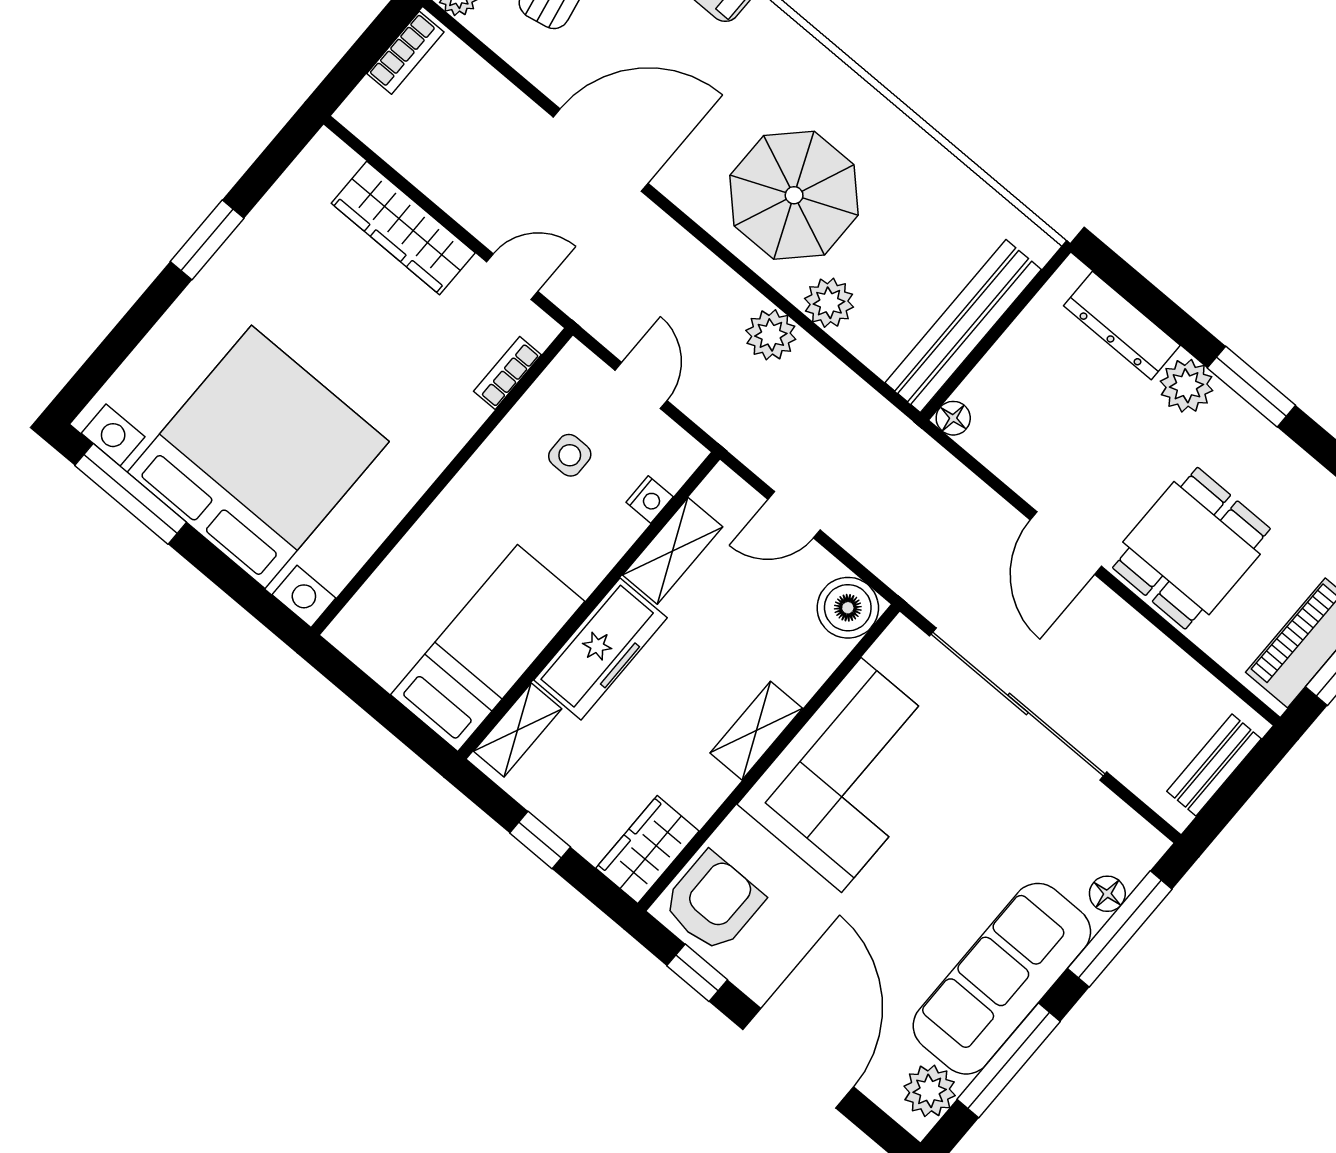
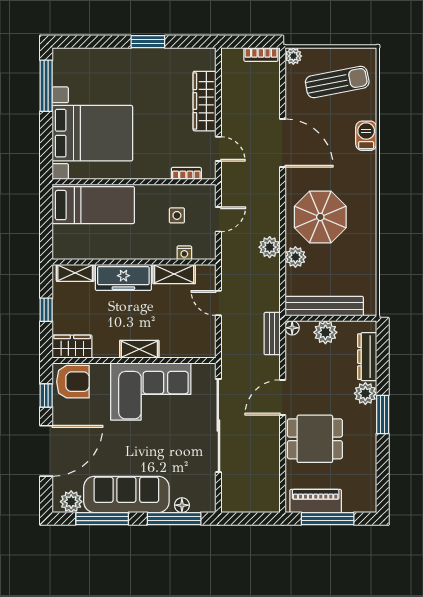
plant: (1013, 364) -> (325, 332), added
bed with nightstands: (258, 457) -> (92, 133), width x0.73
boiler: (848, 608) -> (203, 345), removed
bed: (488, 648) -> (93, 205), moved
bench: (1214, 765) -> (272, 334), moved, turned 90

